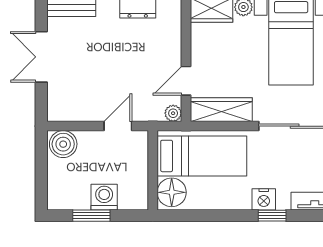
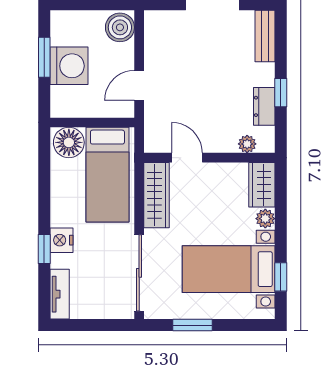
plant: (173, 113) -> (247, 144), moved
door: (118, 126) -> (139, 85), swing flipped
washing machine: (104, 197) -> (69, 66), width x1.37, depth x1.37

